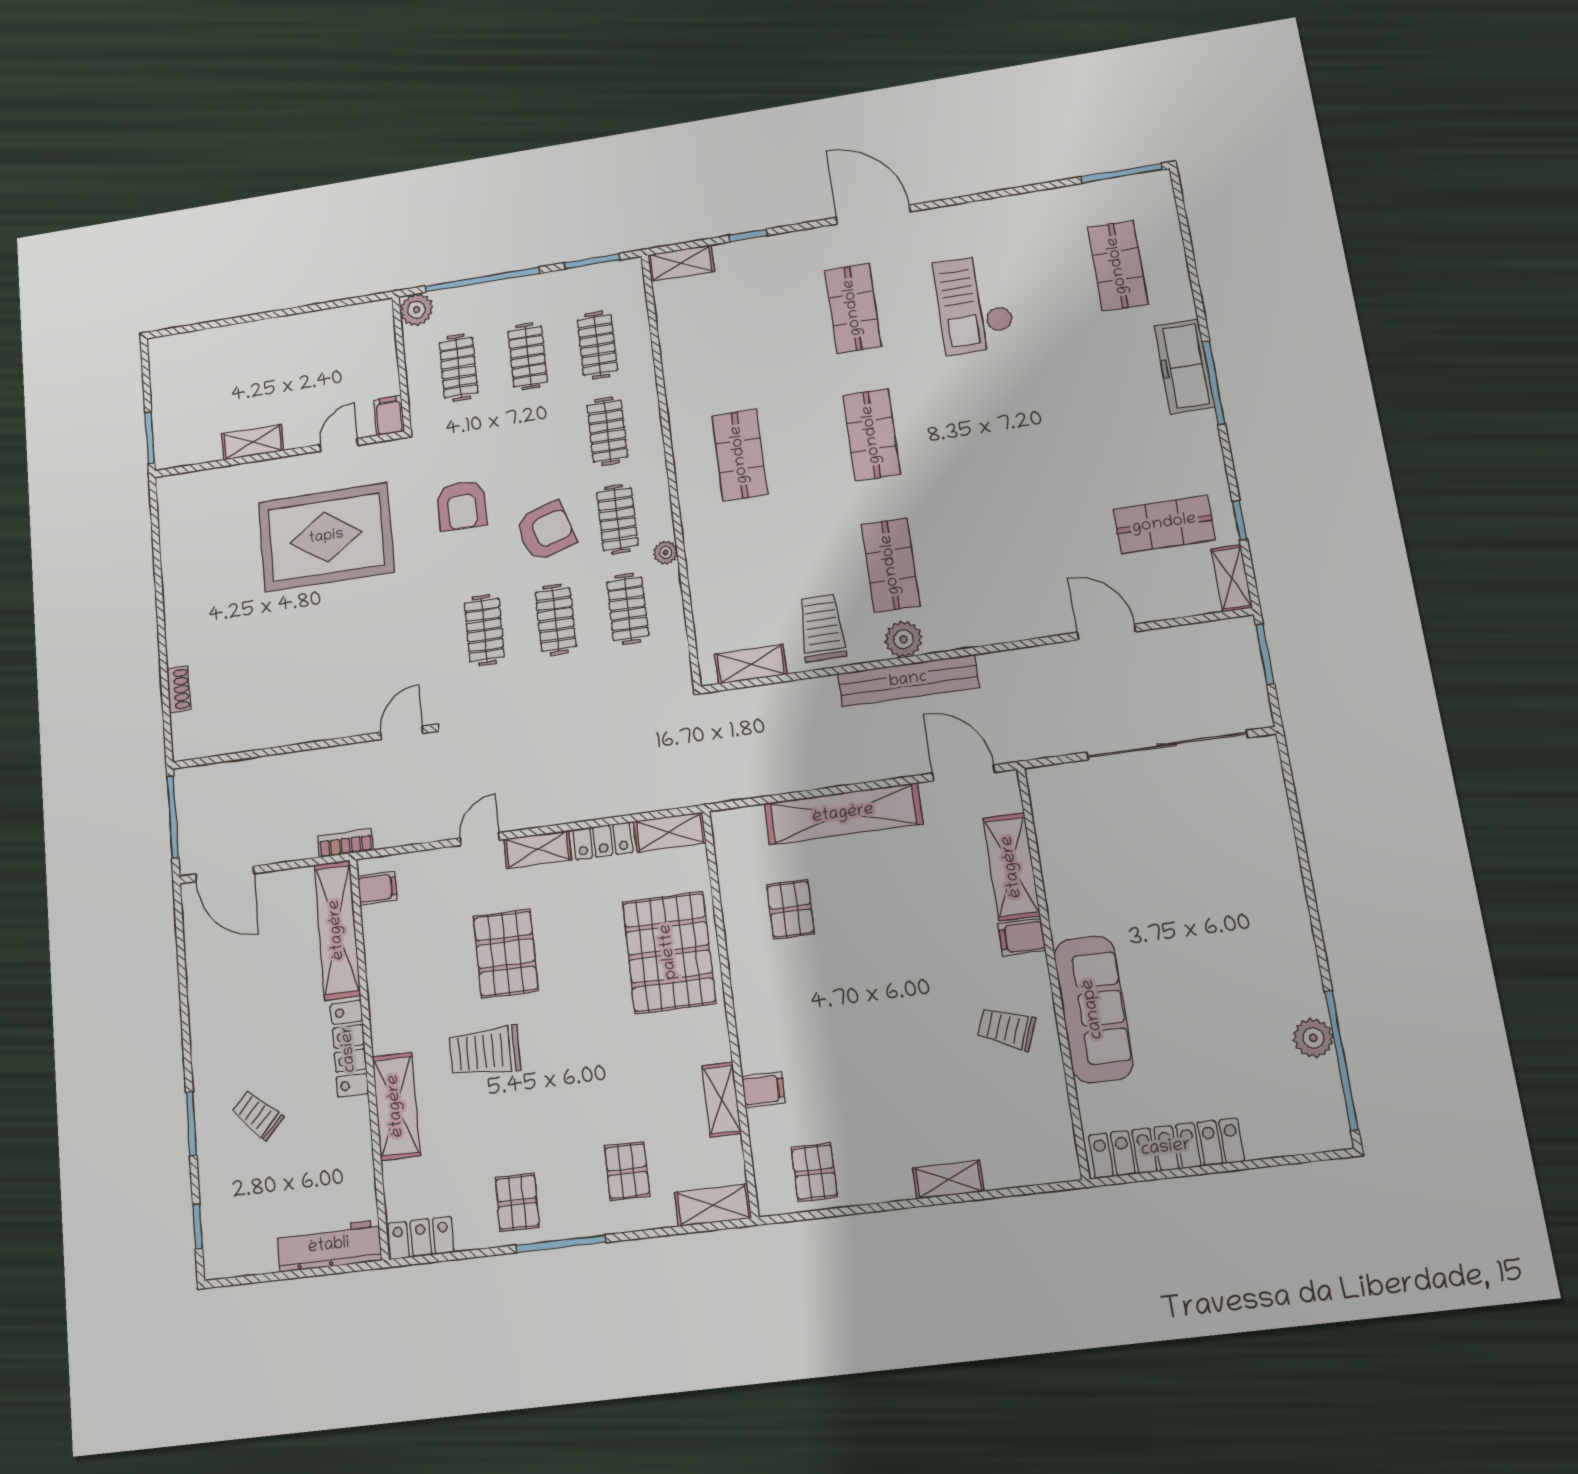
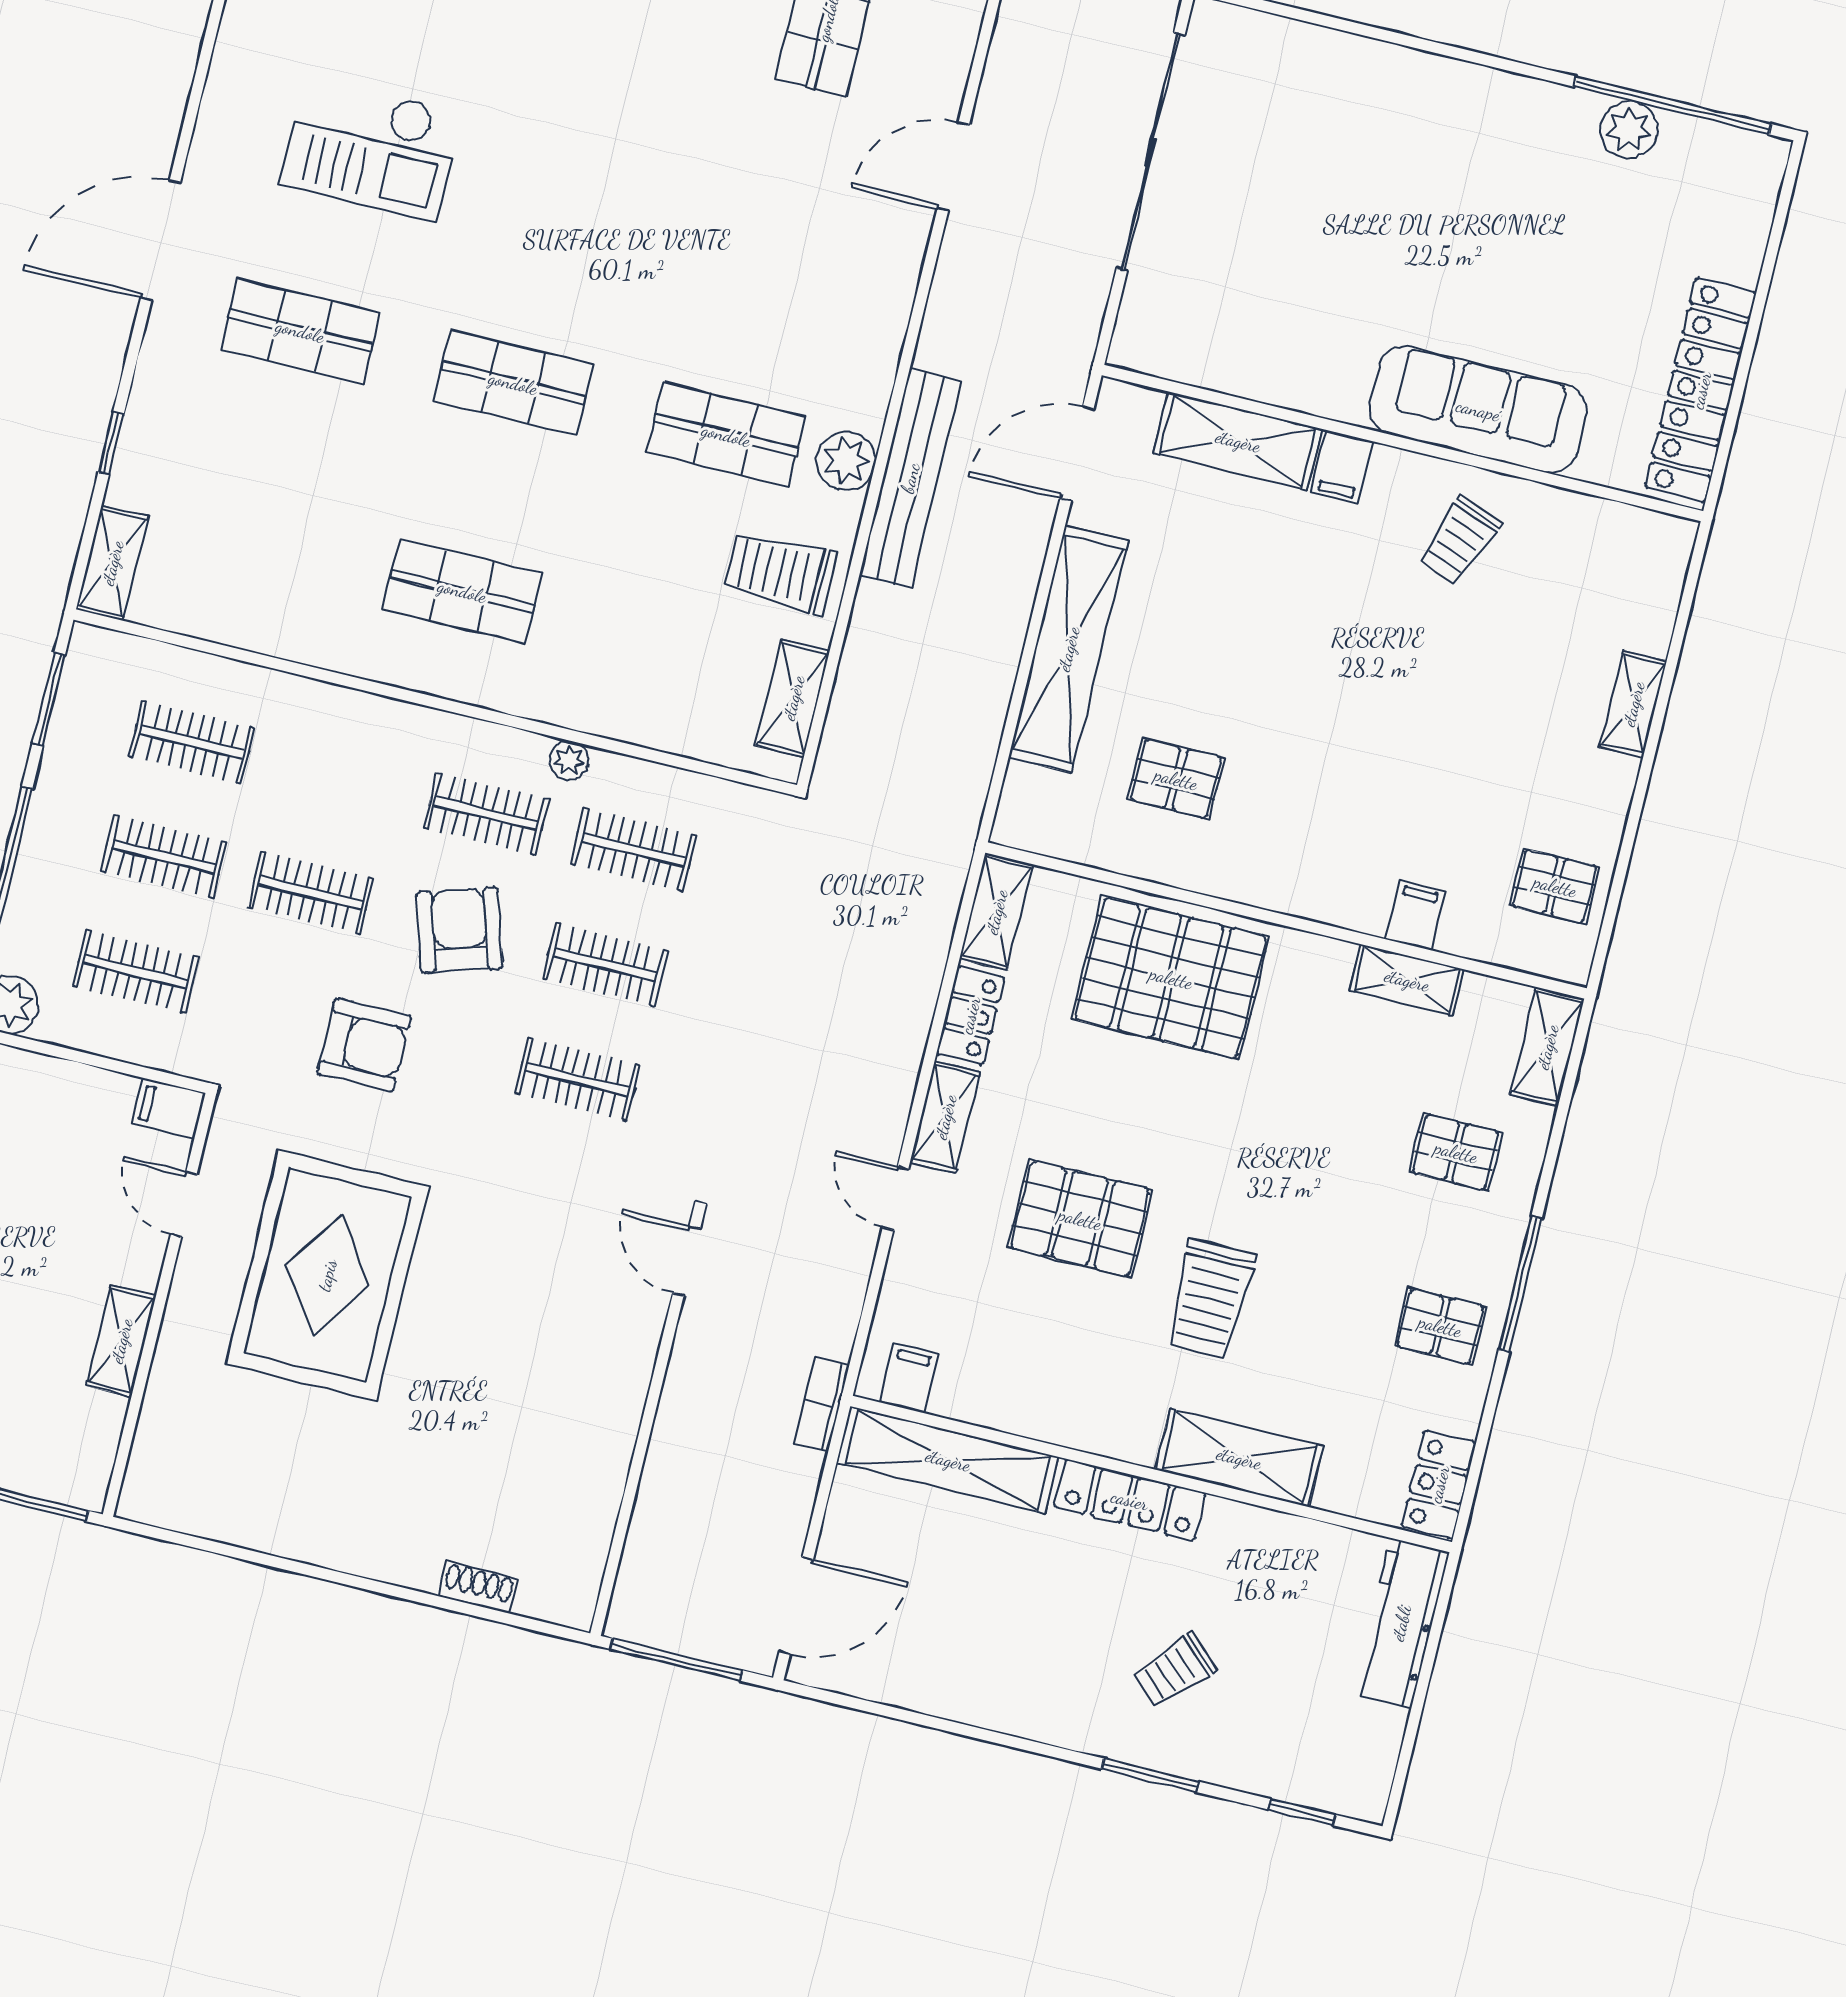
clothes rail: (607, 431) -> (311, 893), moved

